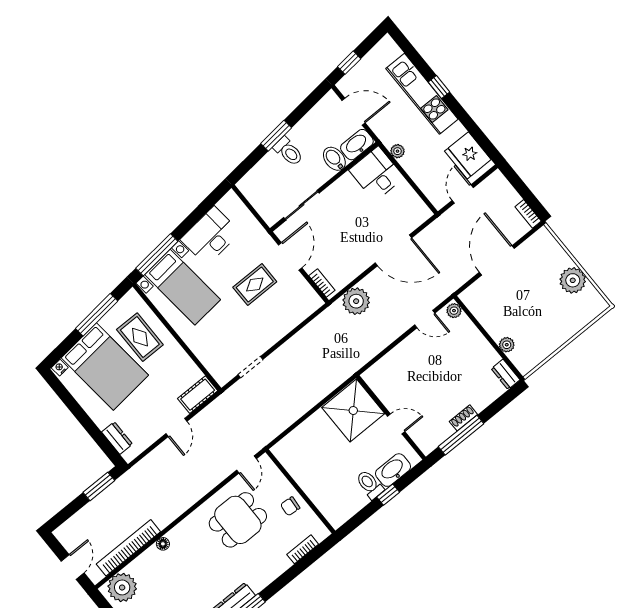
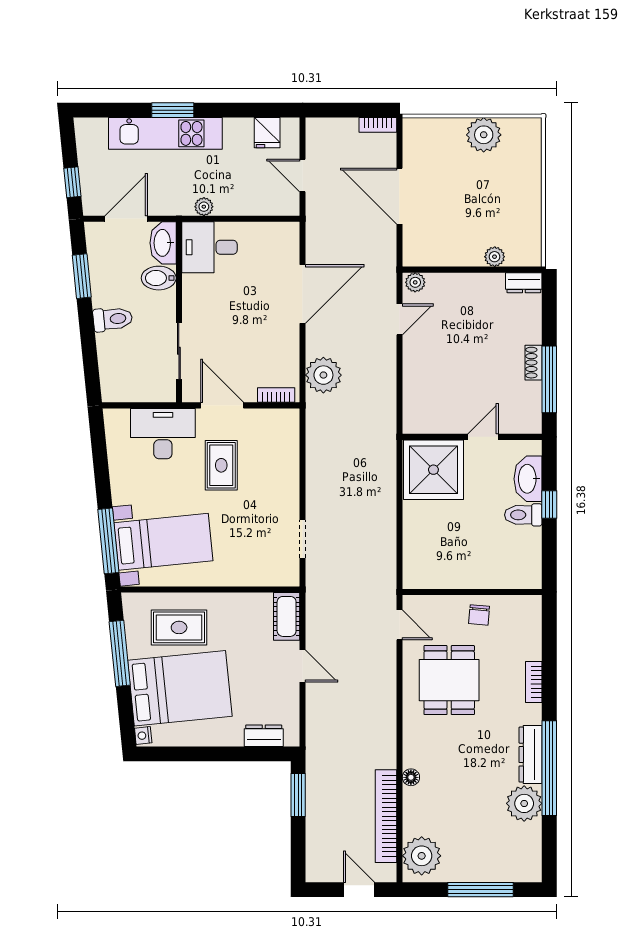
window: (439, 87) -> (173, 110), width x1.50
window: (276, 136) -> (82, 276), moved
fridge: (468, 155) -> (267, 133), width x0.53, depth x0.75
desk: (210, 236) -> (163, 434), moved, turned 96
bookcase: (303, 549) -> (534, 682), moved

